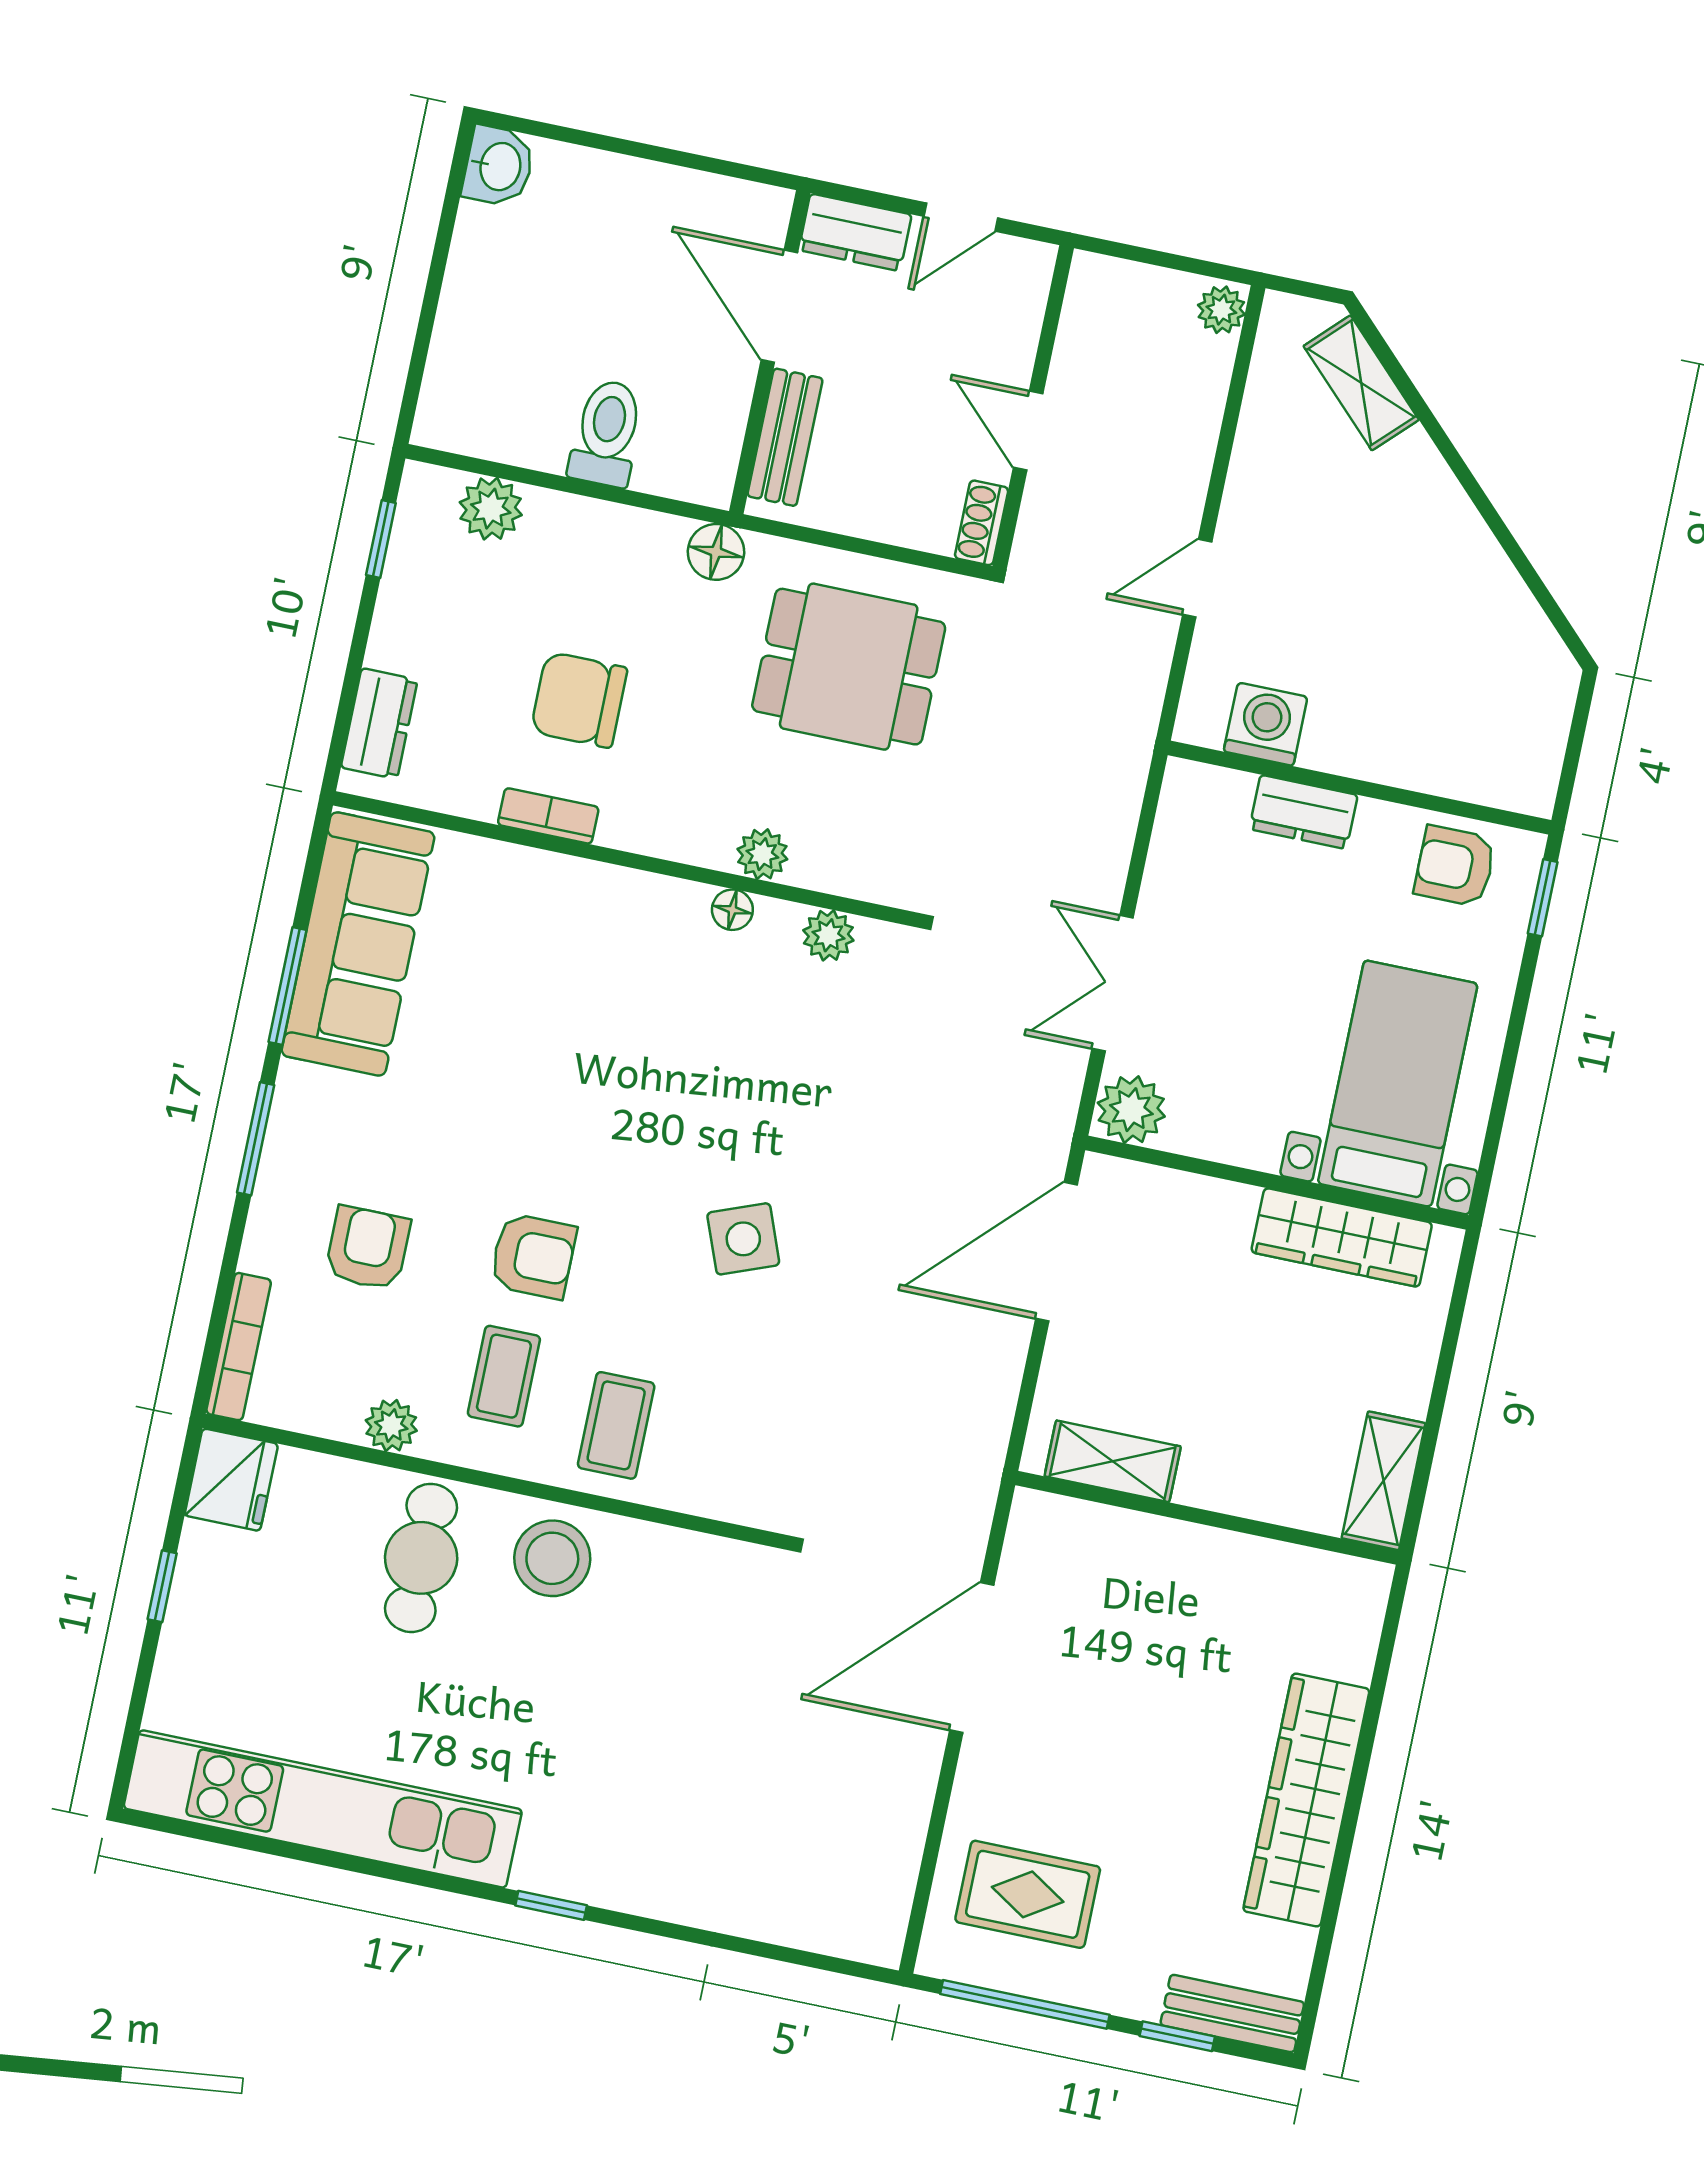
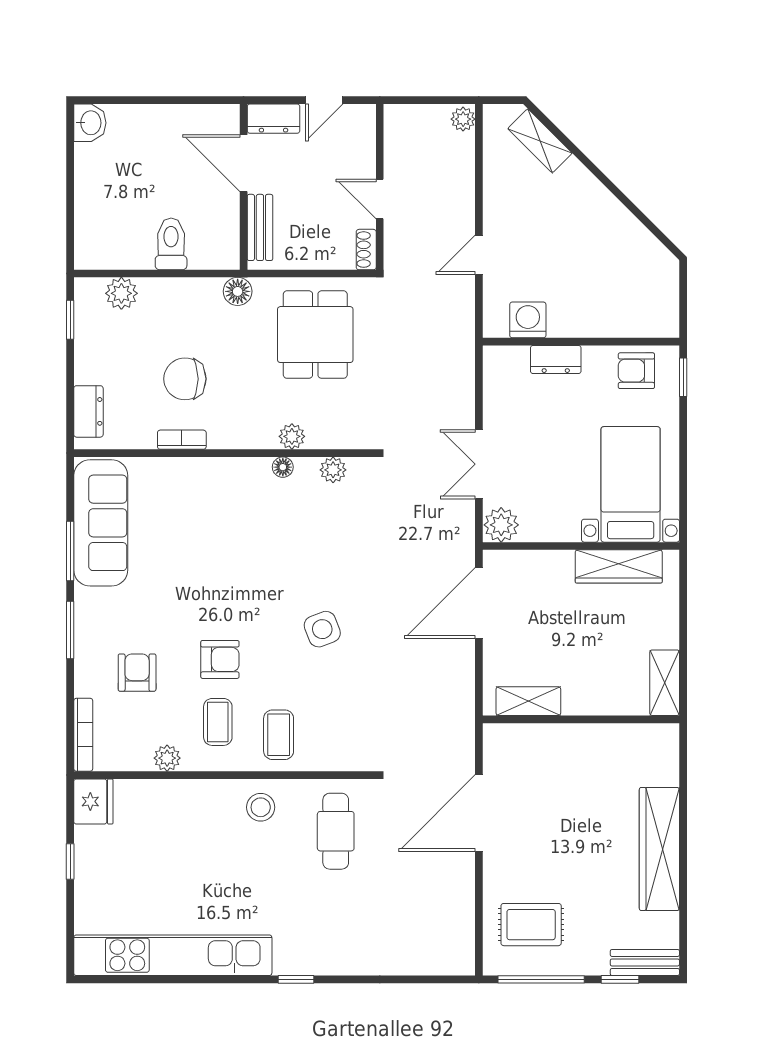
dining table: (849, 667) -> (315, 335), turned 90
cafe table: (421, 1558) -> (336, 831), moved
stool: (552, 1558) -> (261, 807), width x0.73, depth x0.73

